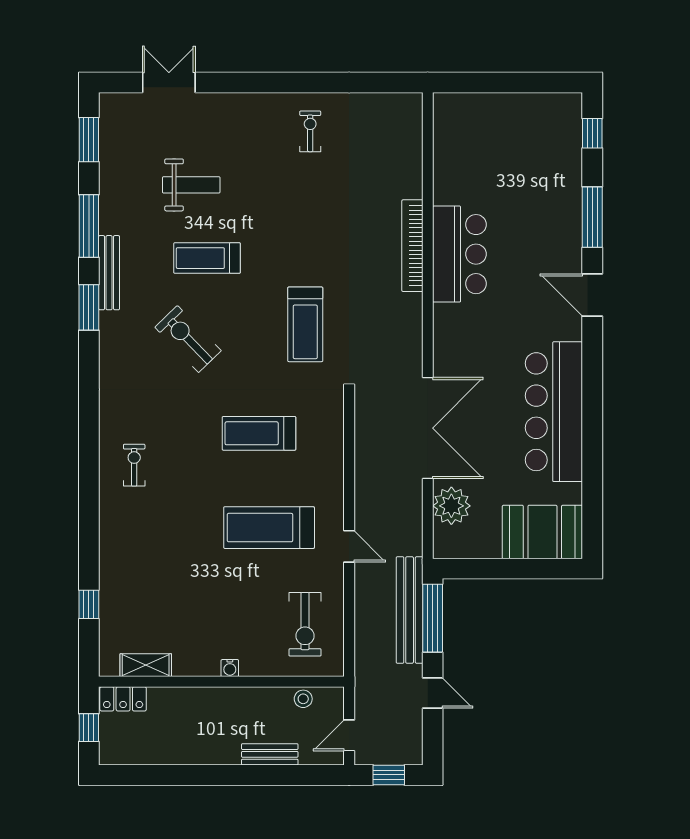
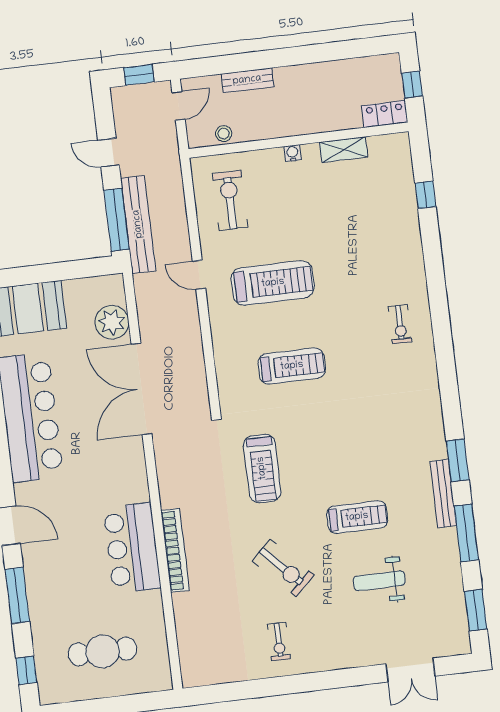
cafe table: (506, 144) -> (102, 651), added
treadmill: (305, 324) -> (262, 468), turned 180
exercise bike: (188, 339) -> (283, 568), moved
shelving: (146, 665) -> (344, 150), moved

